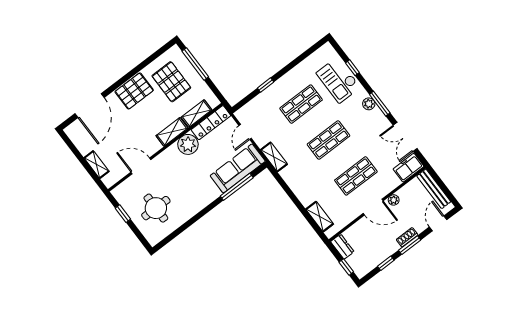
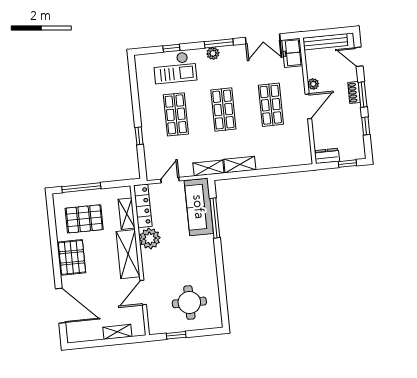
shelving: (172, 132) -> (128, 254), width x1.50, depth x1.33
door: (245, 132) -> (170, 180), swing flipped
shelving: (320, 217) -> (240, 165), moved

